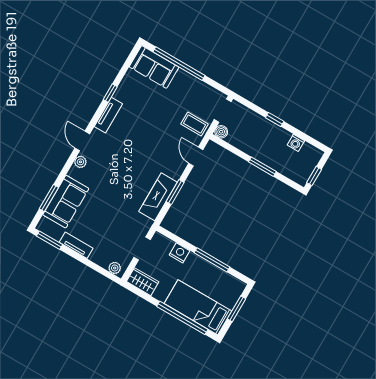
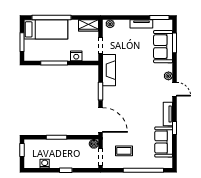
sofa: (154, 67) -> (164, 142), moved, turned -90
coffee table: (194, 124) -> (124, 151), moved
door: (196, 156) -> (100, 120), width x1.87
fireplace: (158, 197) -> (109, 70), moved

